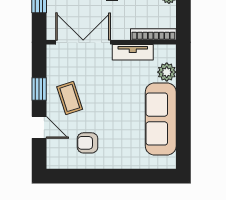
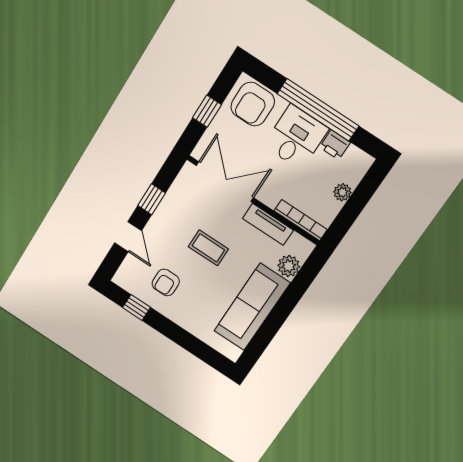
coffee table: (70, 98) -> (208, 248), moved, turned -72
armchair: (88, 143) -> (166, 282), turned -90
window: (78, 176) -> (136, 307), added

